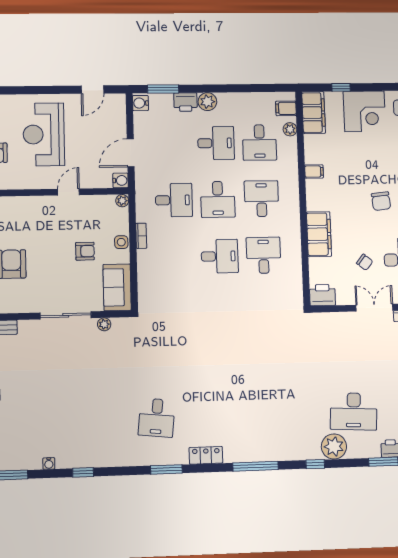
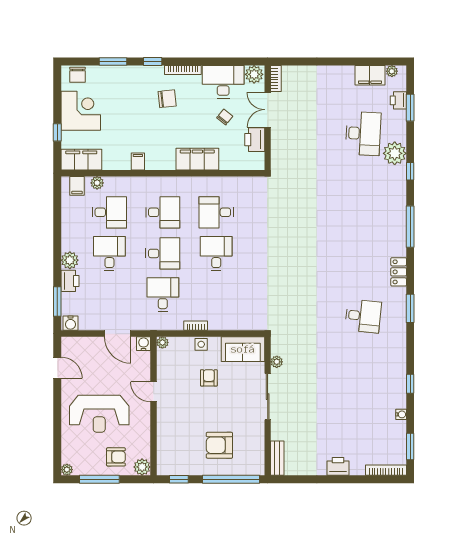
desk: (262, 199) -> (163, 212), turned 180
printer: (322, 295) -> (255, 140), moved

